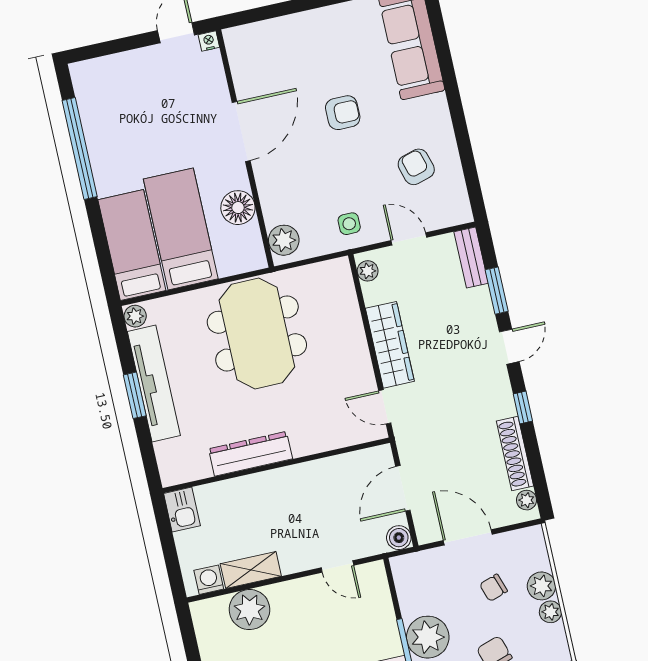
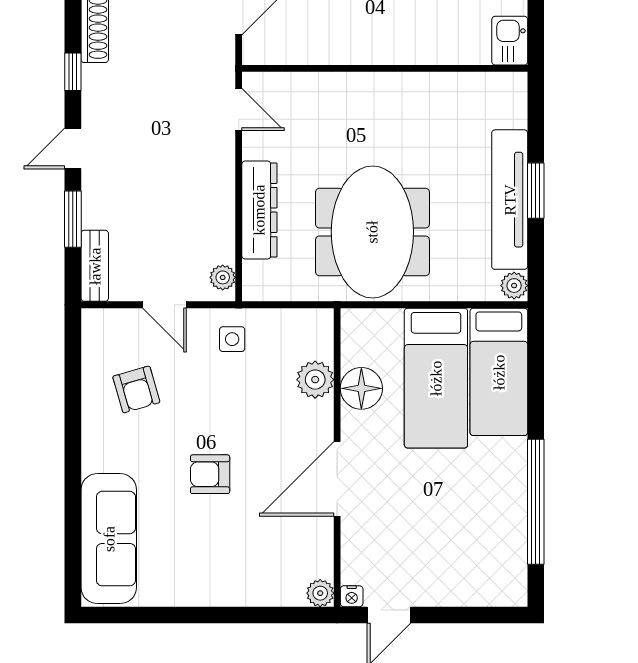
plant: (234, 38) -> (320, 593), added
plant: (284, 240) -> (315, 380), moved
wardrobe: (390, 345) -> (216, 183), removed
dresser: (250, 454) -> (259, 210), moved, turned -90

